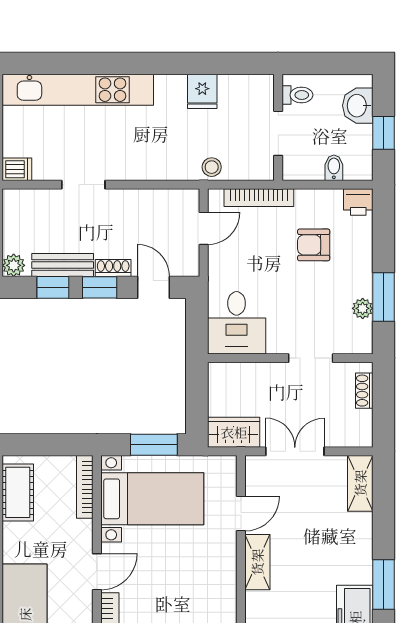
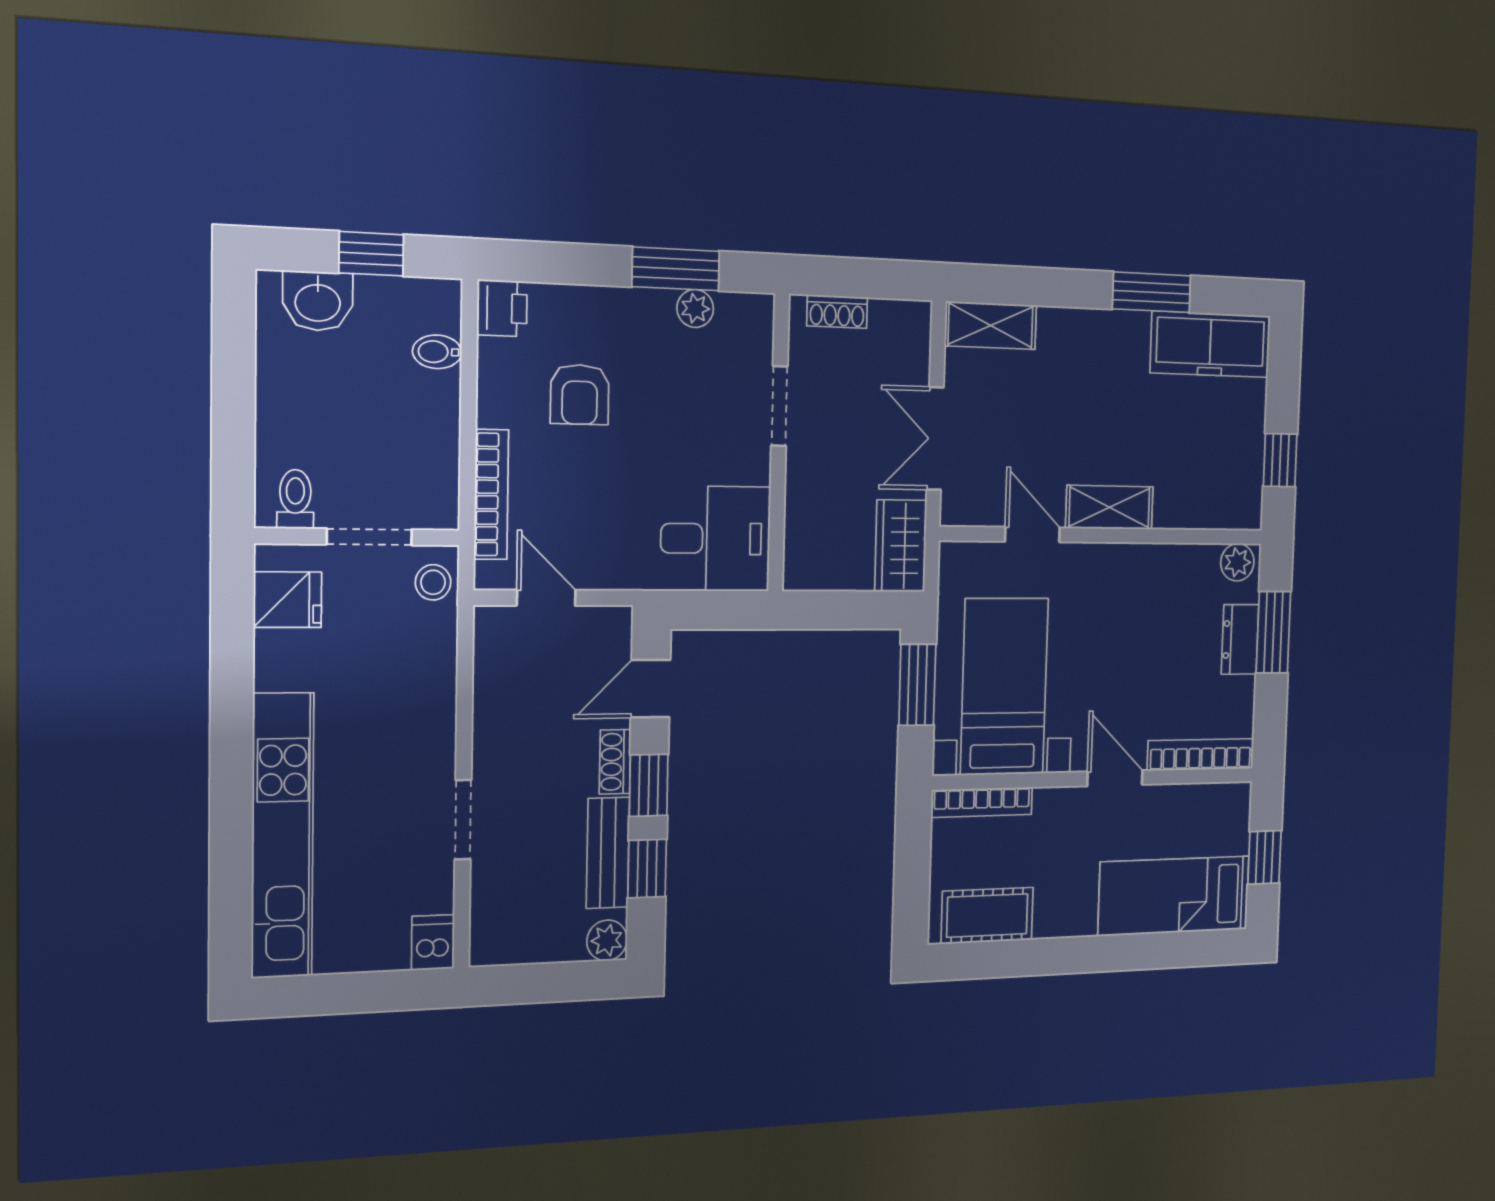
toilet: (297, 95) -> (295, 499), moved
wall: (278, 127) -> (358, 537), moved
doorway: (278, 133) -> (369, 537), moved

